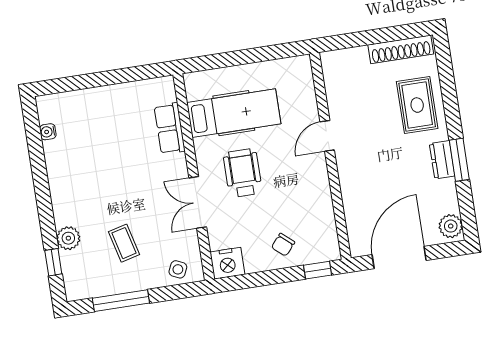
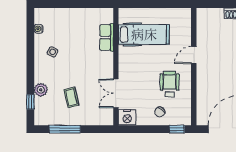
wheelchair: (243, 173) -> (170, 84), moved
double door: (198, 202) -> (116, 93), moved
side table: (178, 269) -> (53, 52), moved

